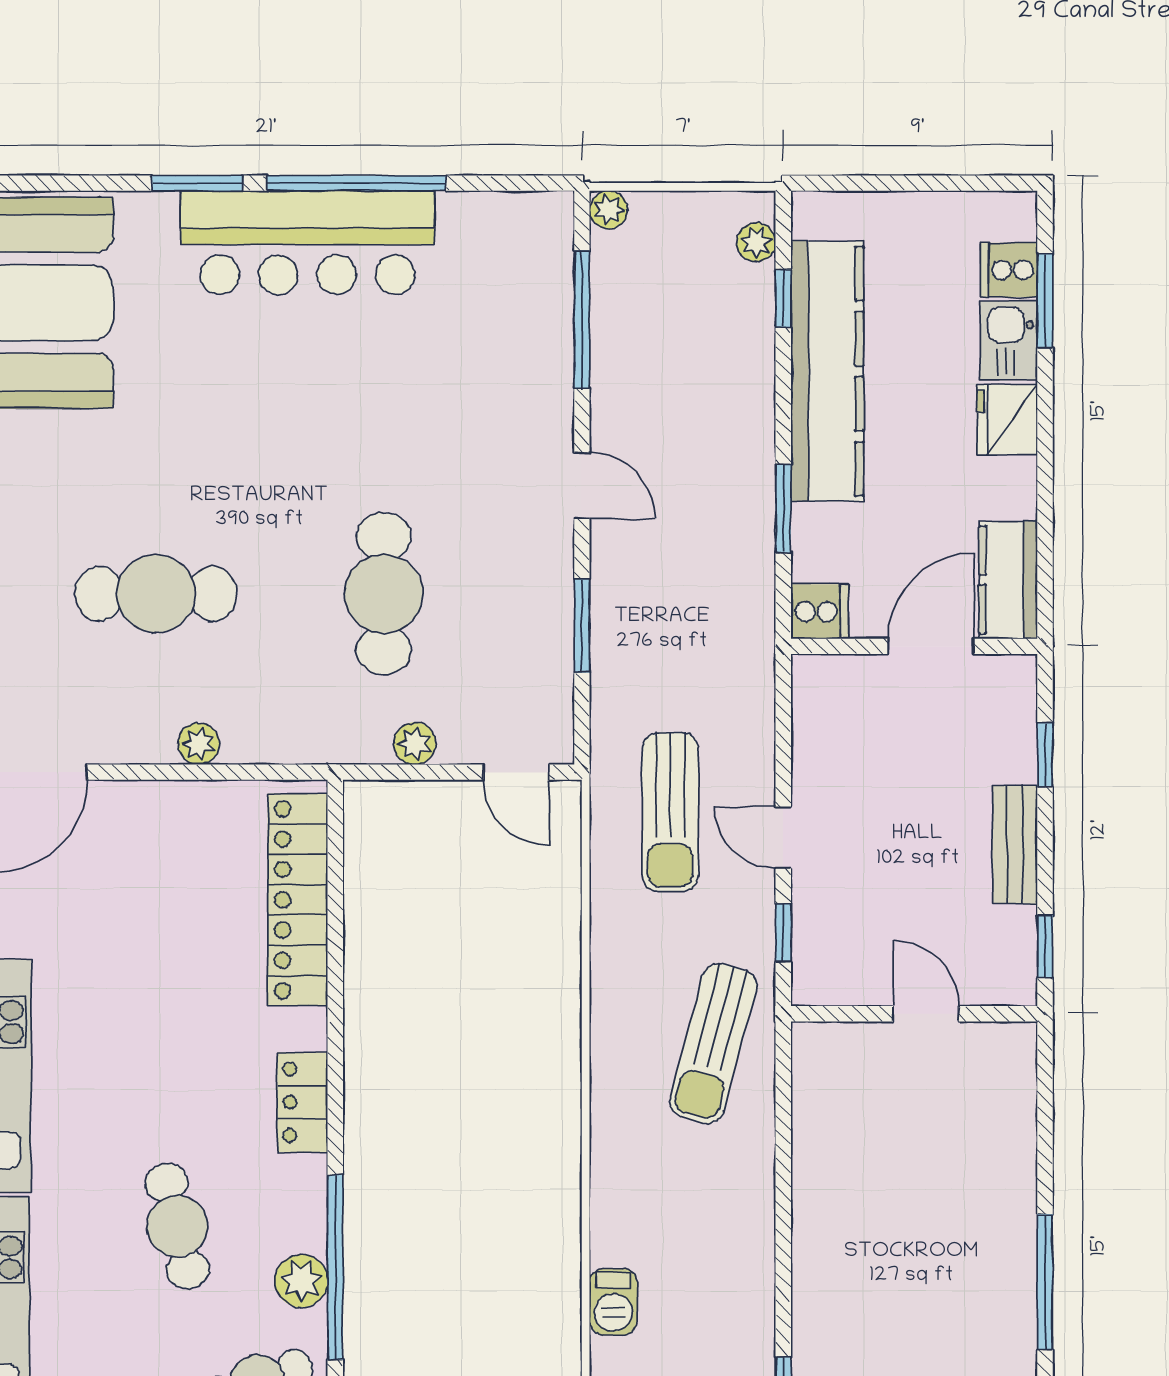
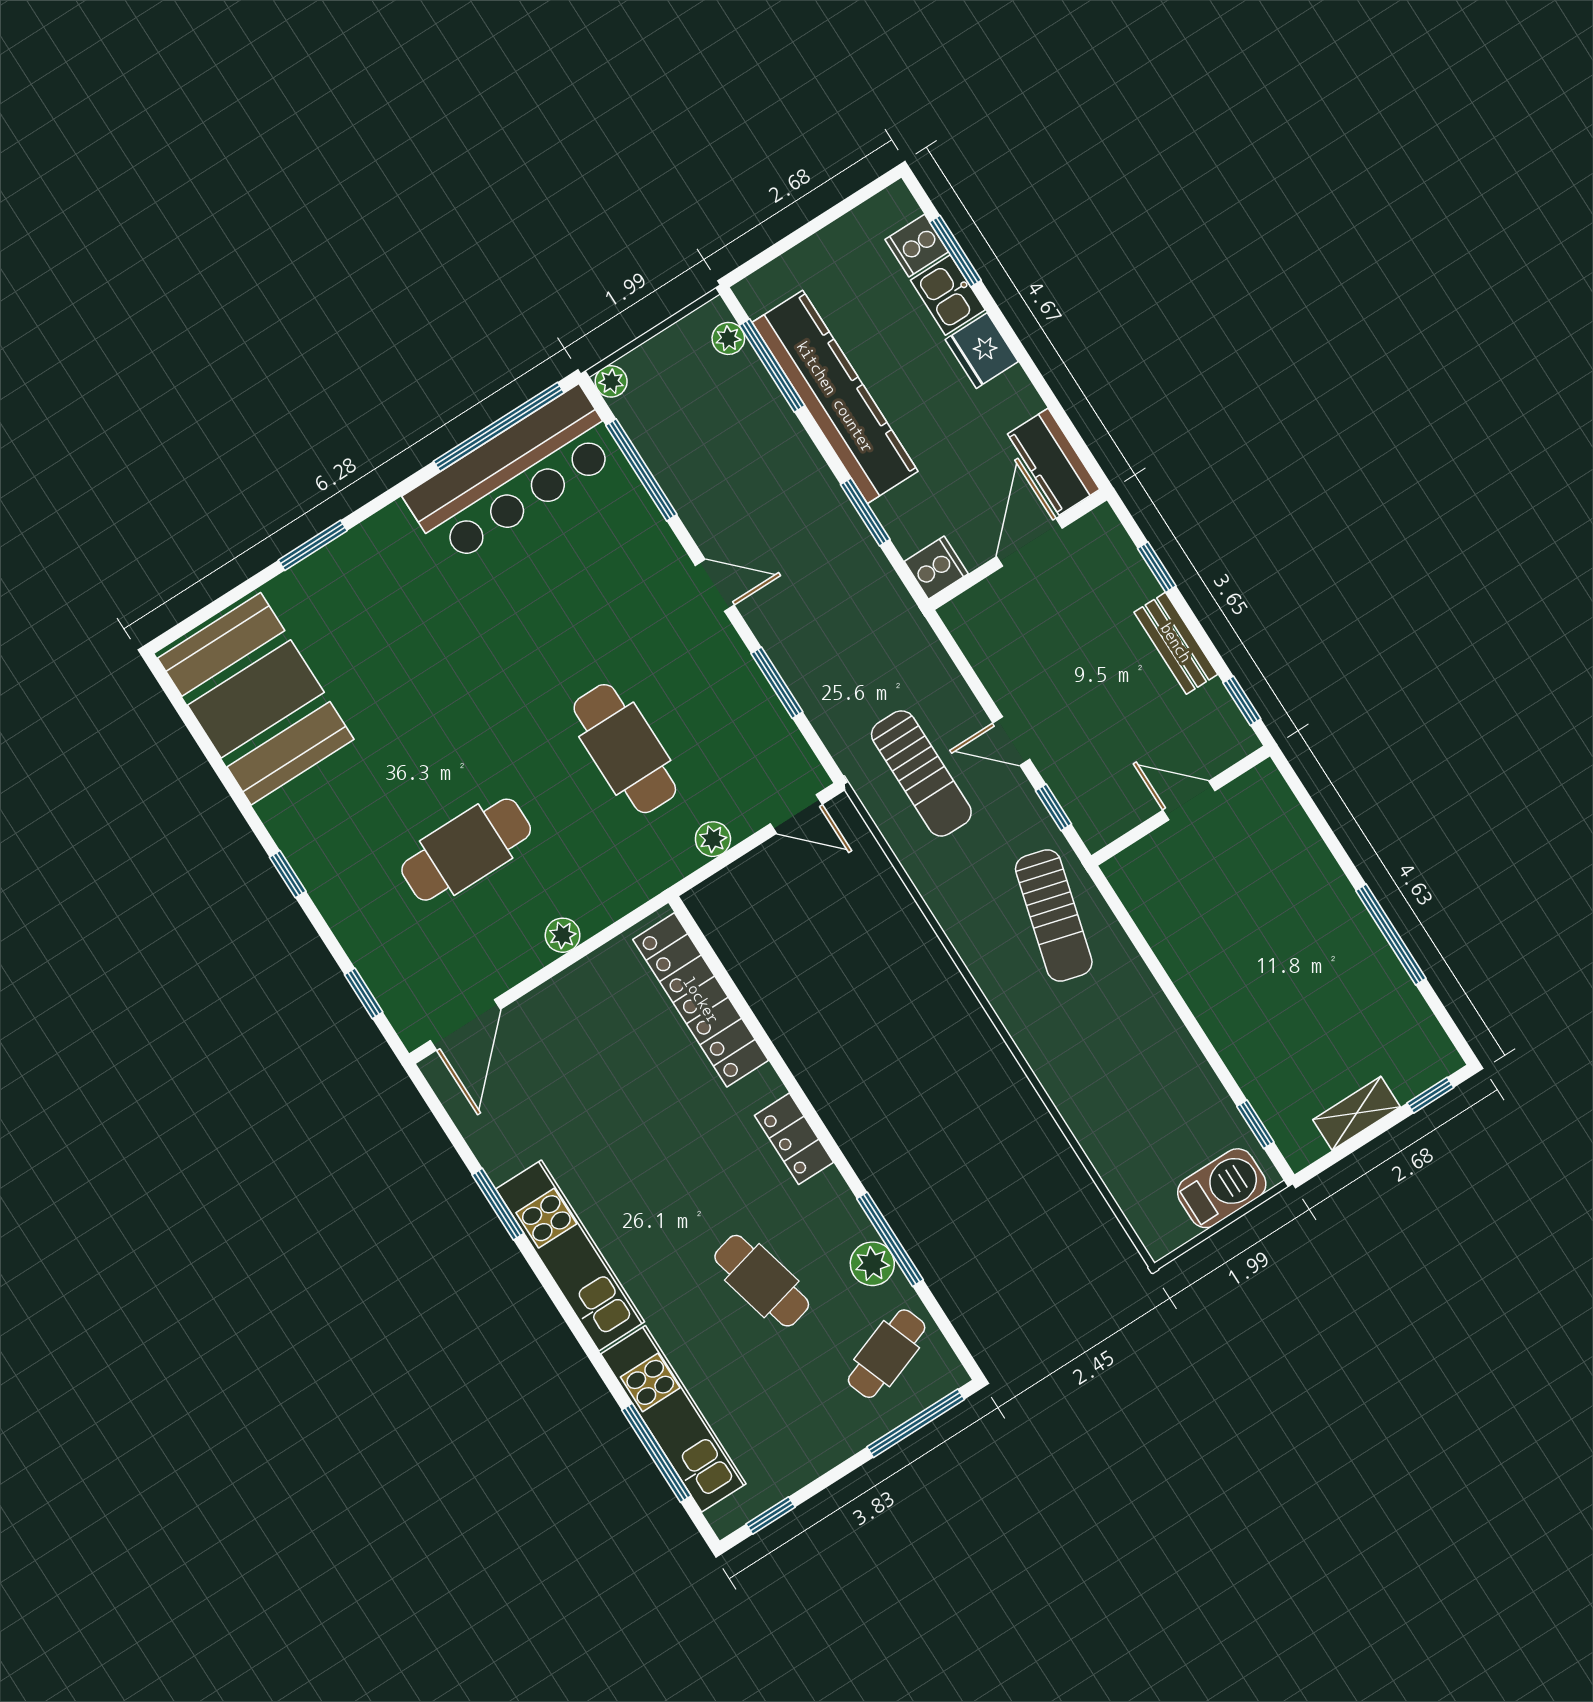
window: (357, 183) -> (499, 427), moved
bar counter: (307, 243) -> (513, 476), moved
window: (783, 298) -> (772, 366), width x2.17
window: (335, 1267) -> (890, 1239), width x0.68
barbecue: (613, 1302) -> (1099, 1140), removed

